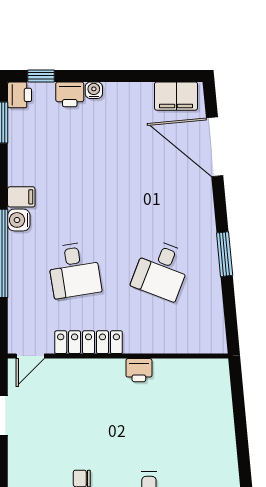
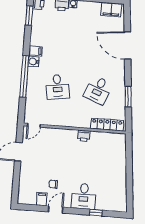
door: (215, 147) -> (127, 46), moved
window: (225, 254) -> (128, 97), moved
locker: (89, 342) -> (107, 125), moved

